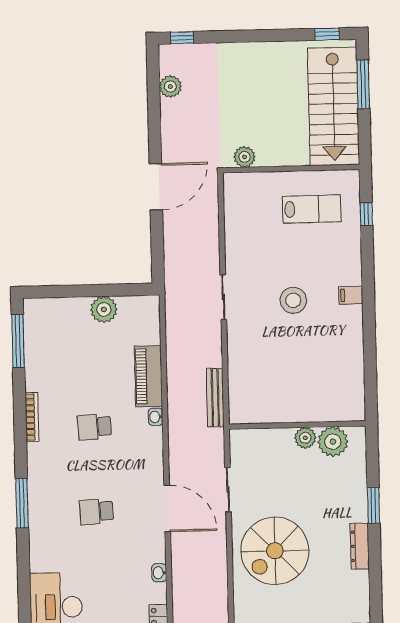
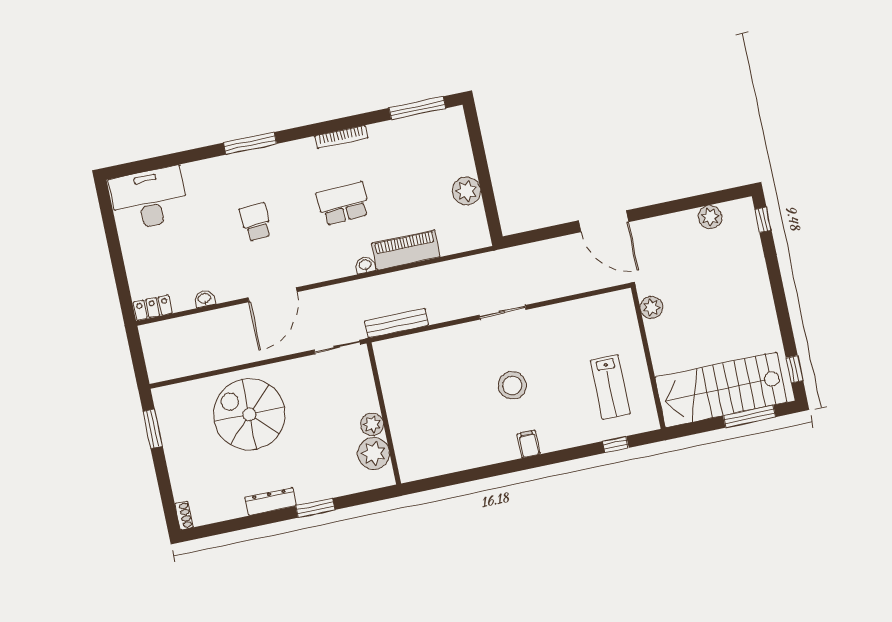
school desk: (94, 427) -> (343, 204), width x1.85
sliding door: (228, 490) -> (337, 347), moved

